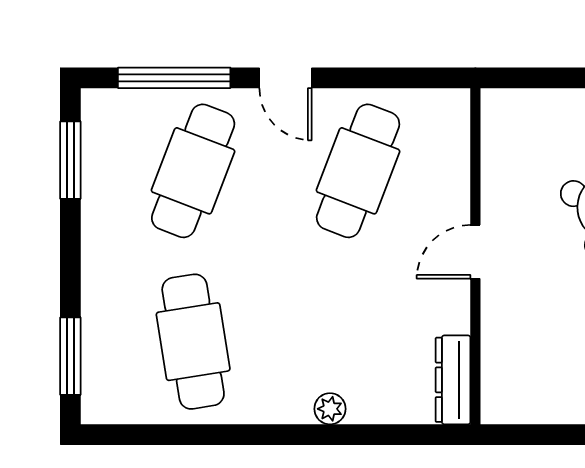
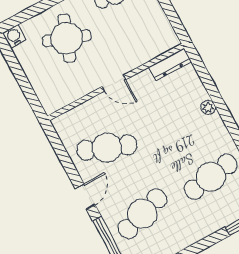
cafe table: (193, 171) -> (142, 214), turned -39

